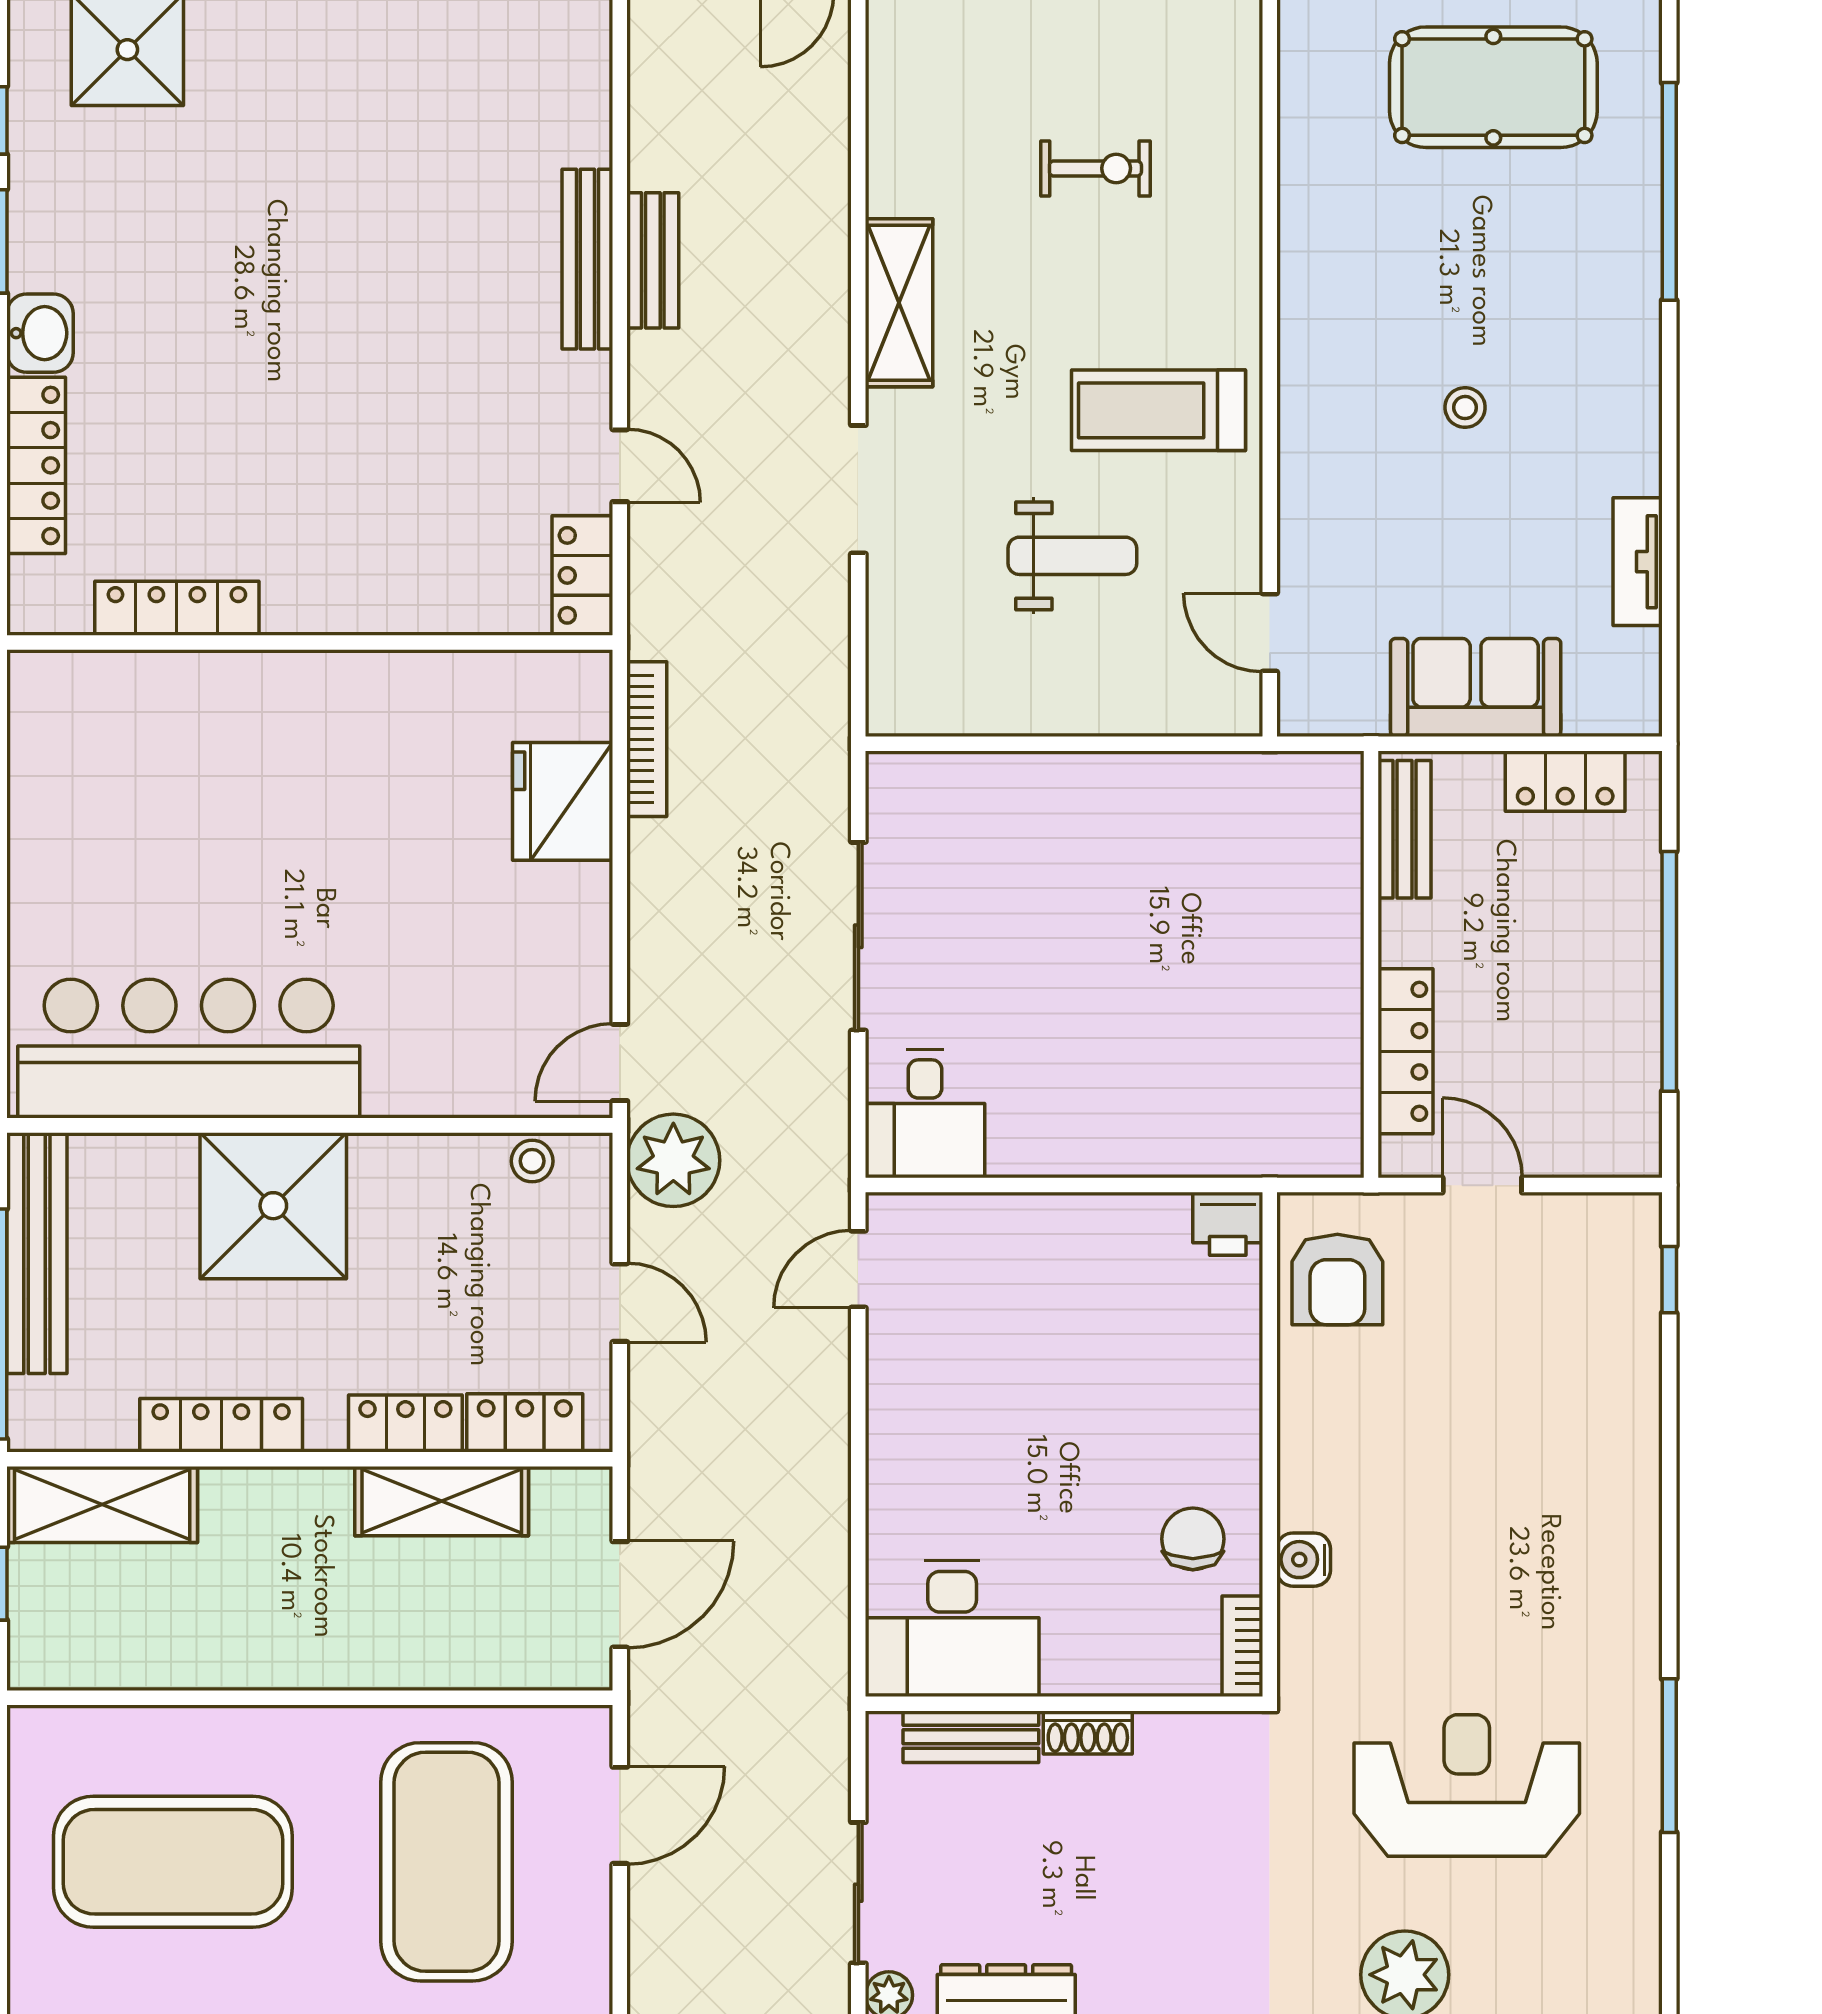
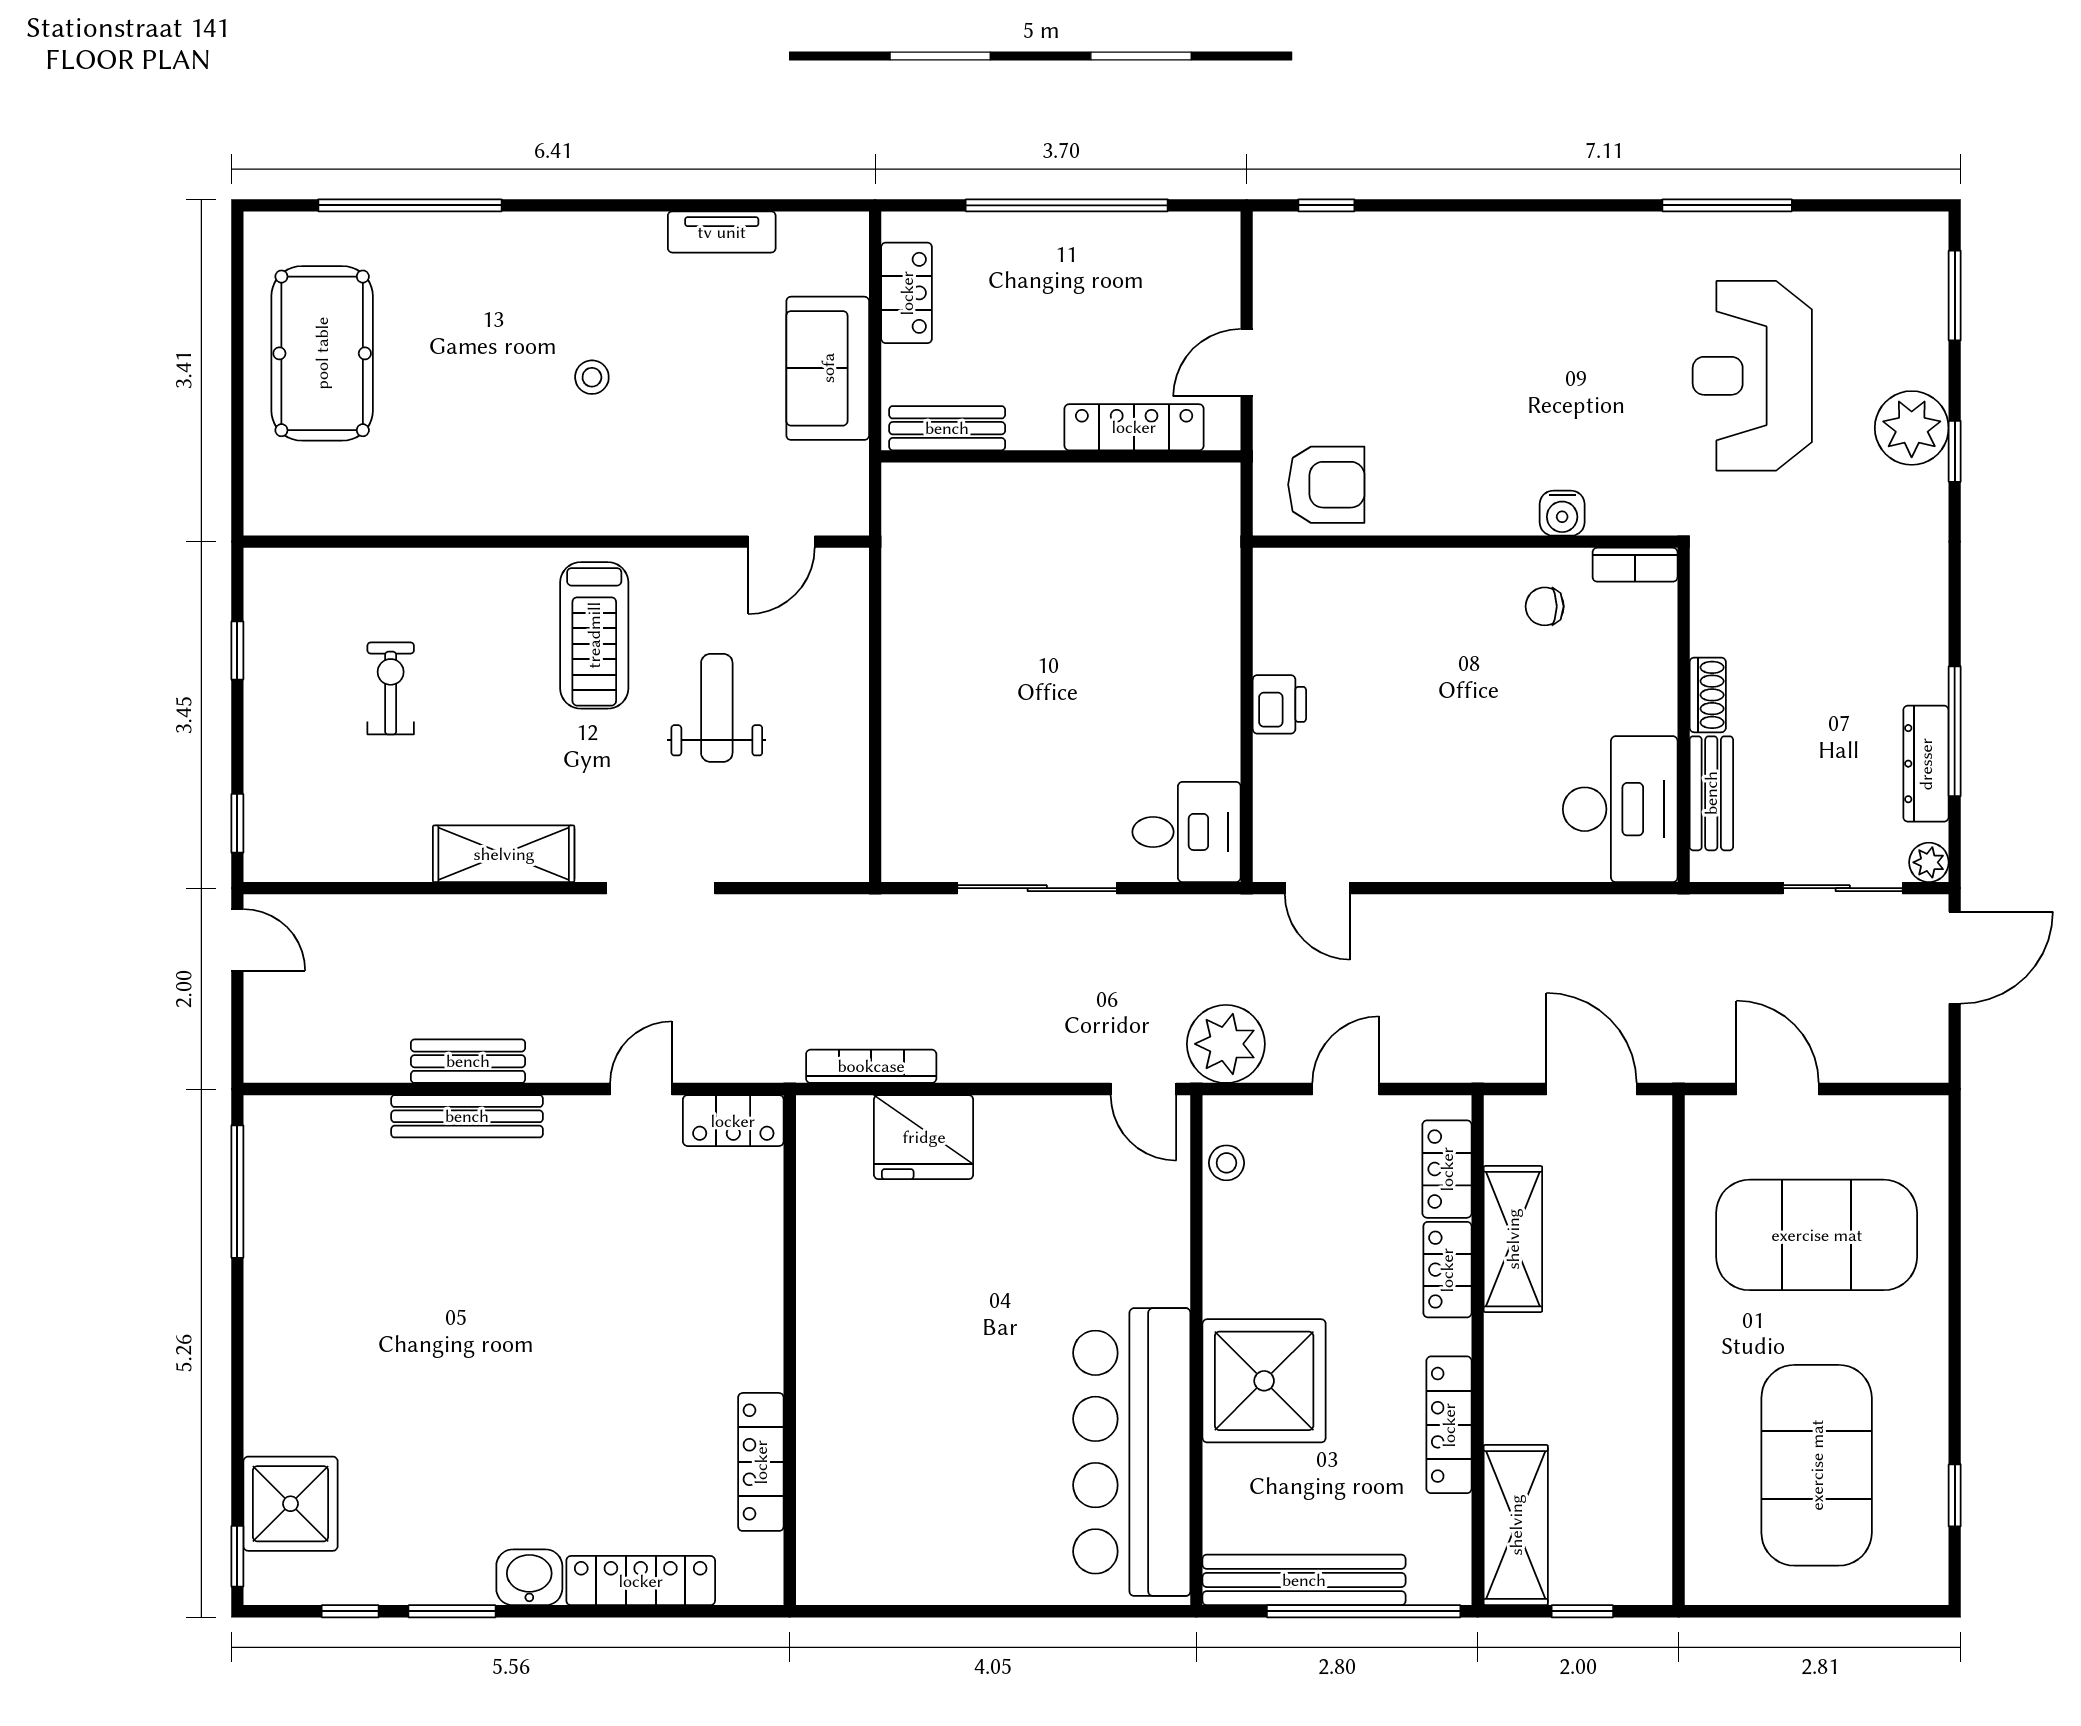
printer: (1228, 1224) -> (1279, 704), moved
chair: (1193, 1539) -> (1545, 606), width x0.73, depth x0.73

